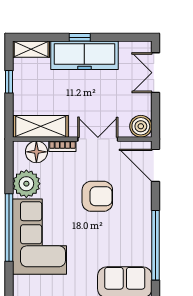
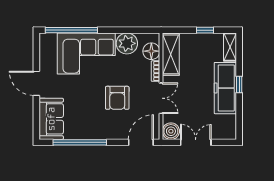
double door: (155, 73) -> (196, 142), moved
window: (9, 227) -> (71, 30), moved

